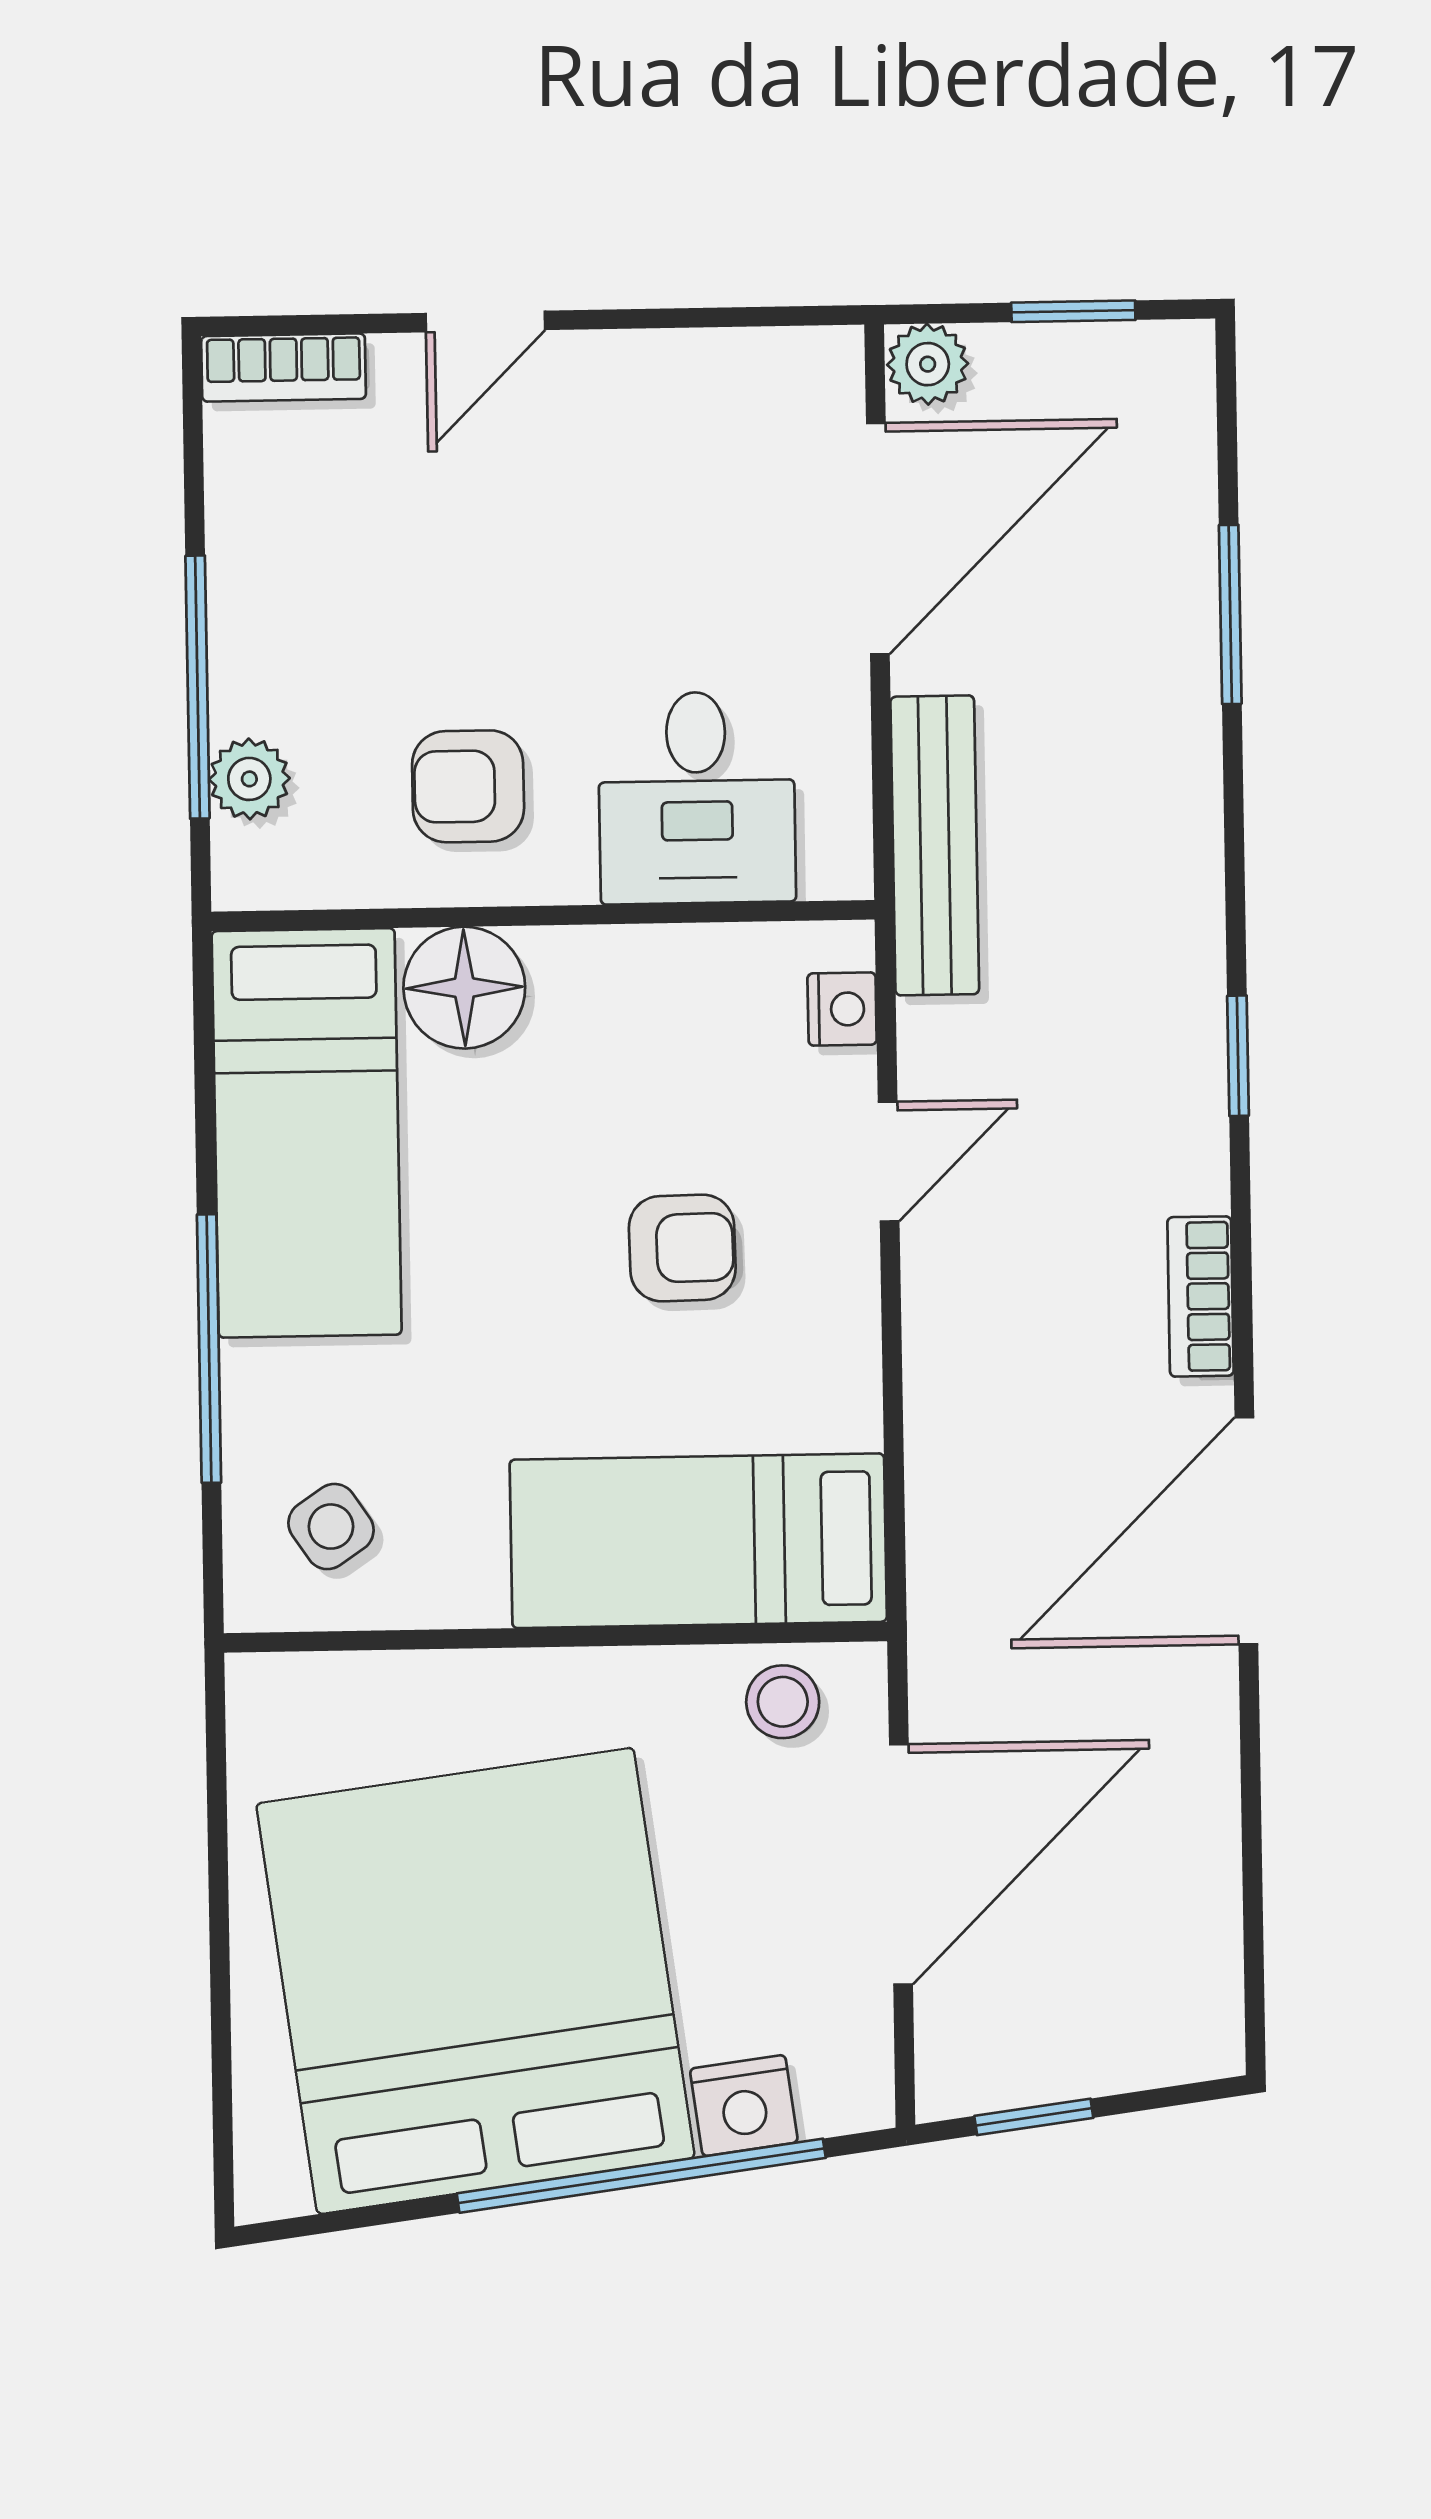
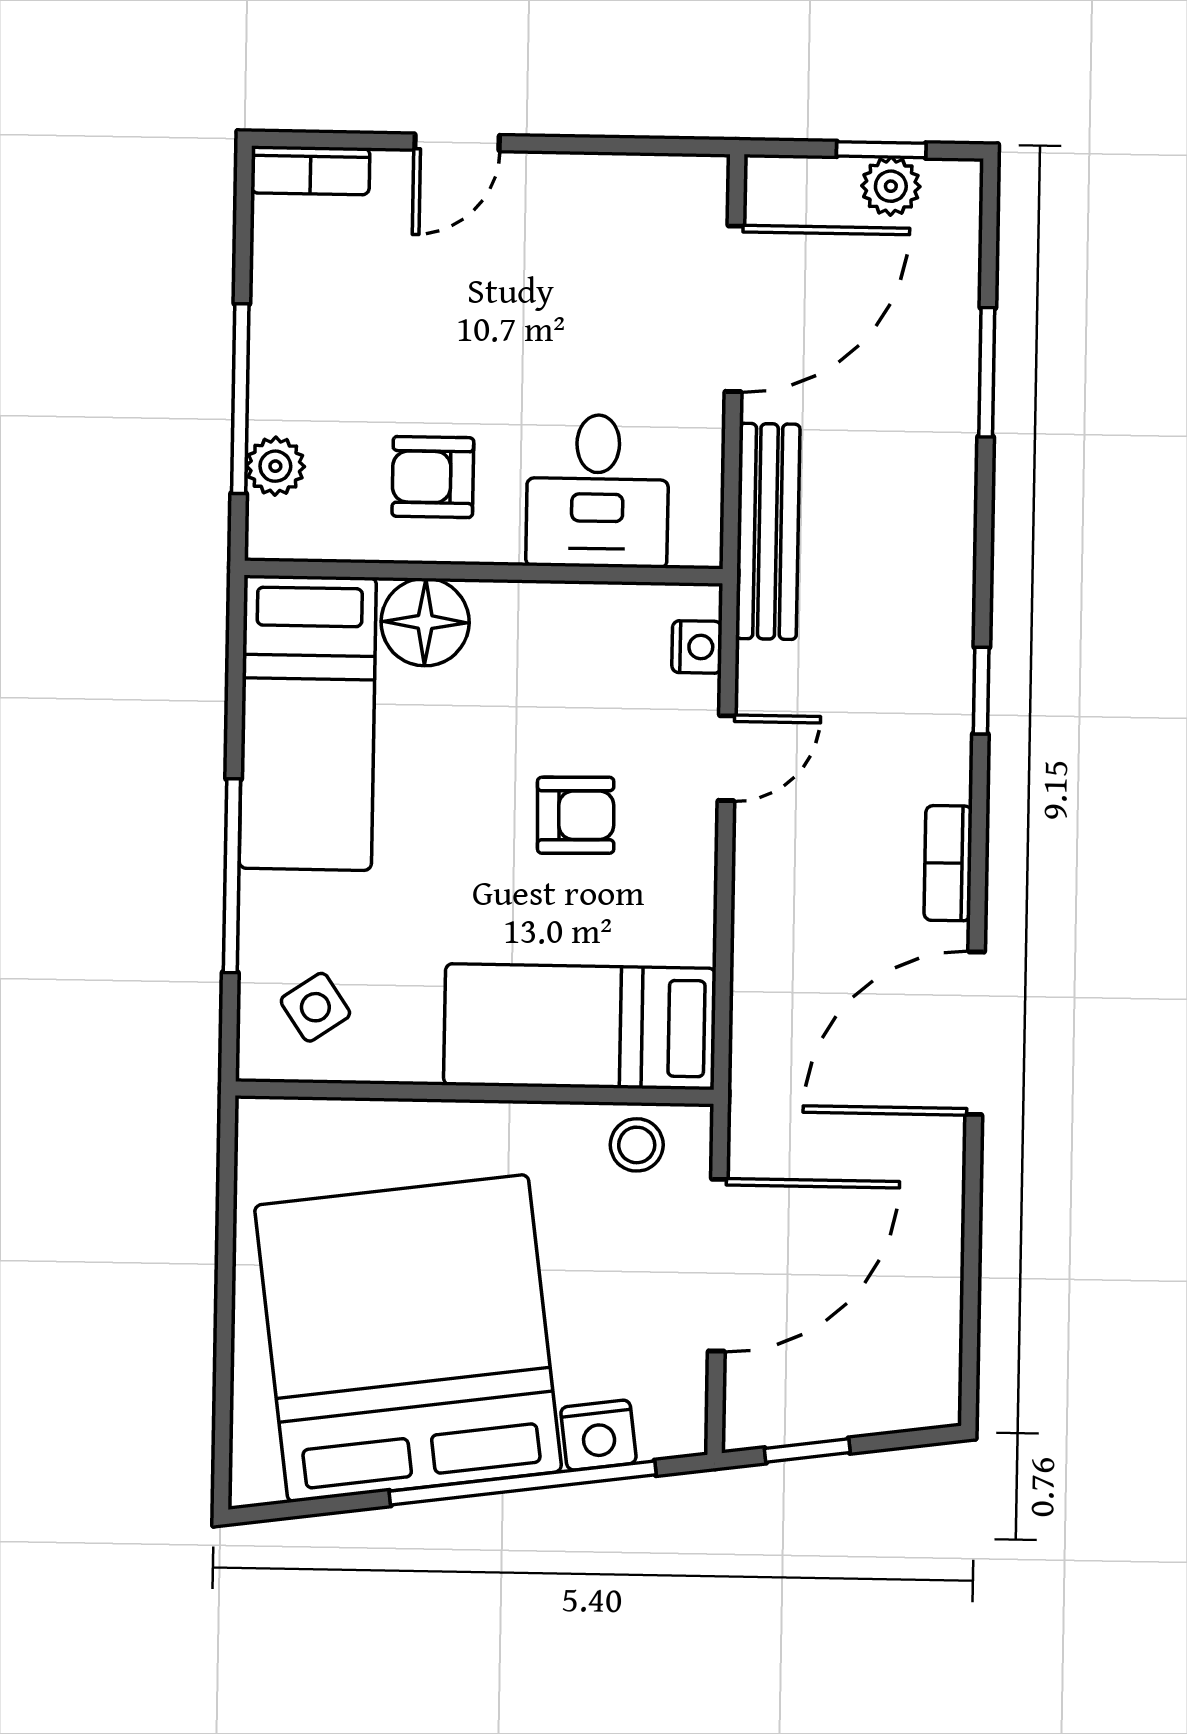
plant: (928, 364) -> (891, 186), moved

